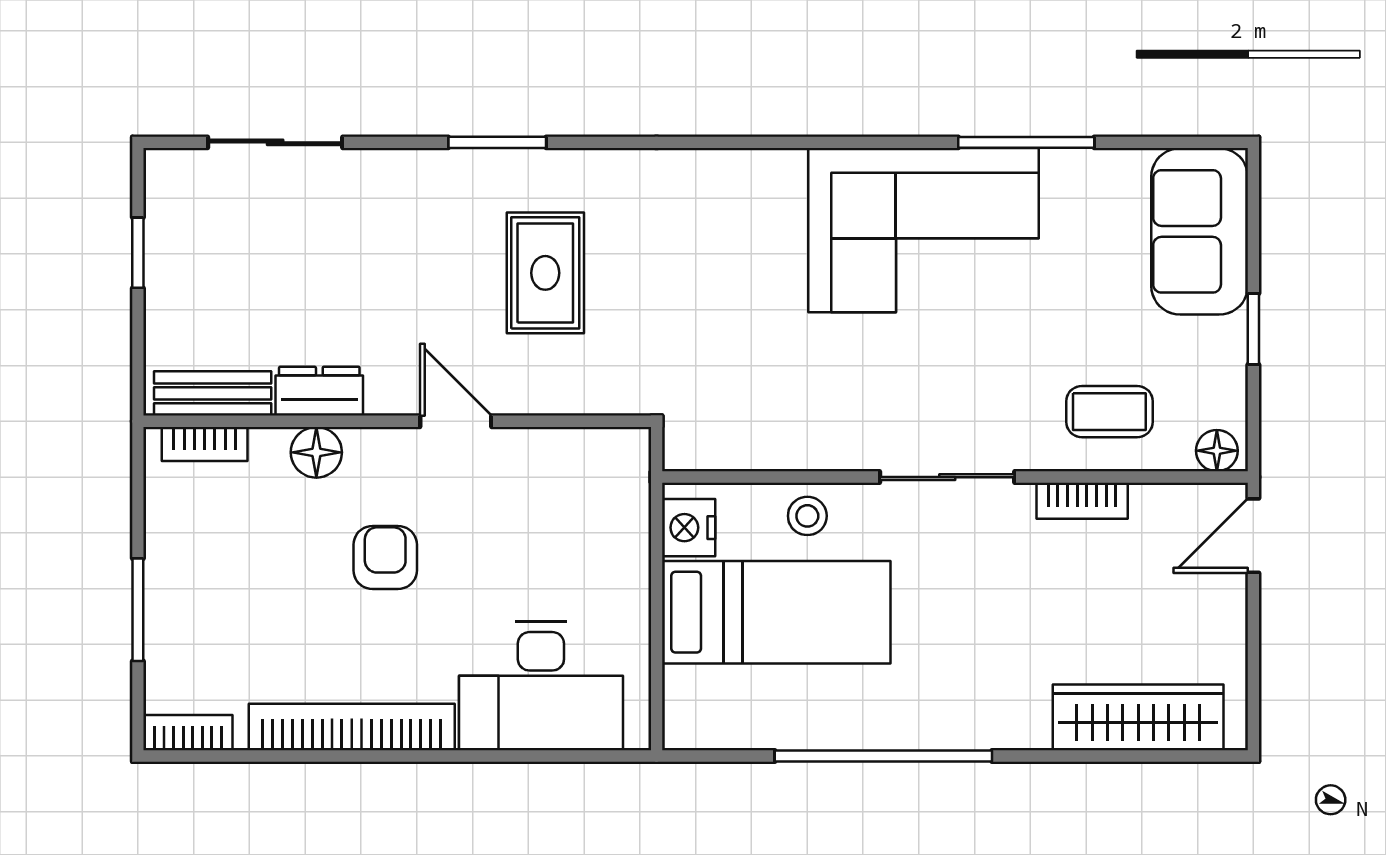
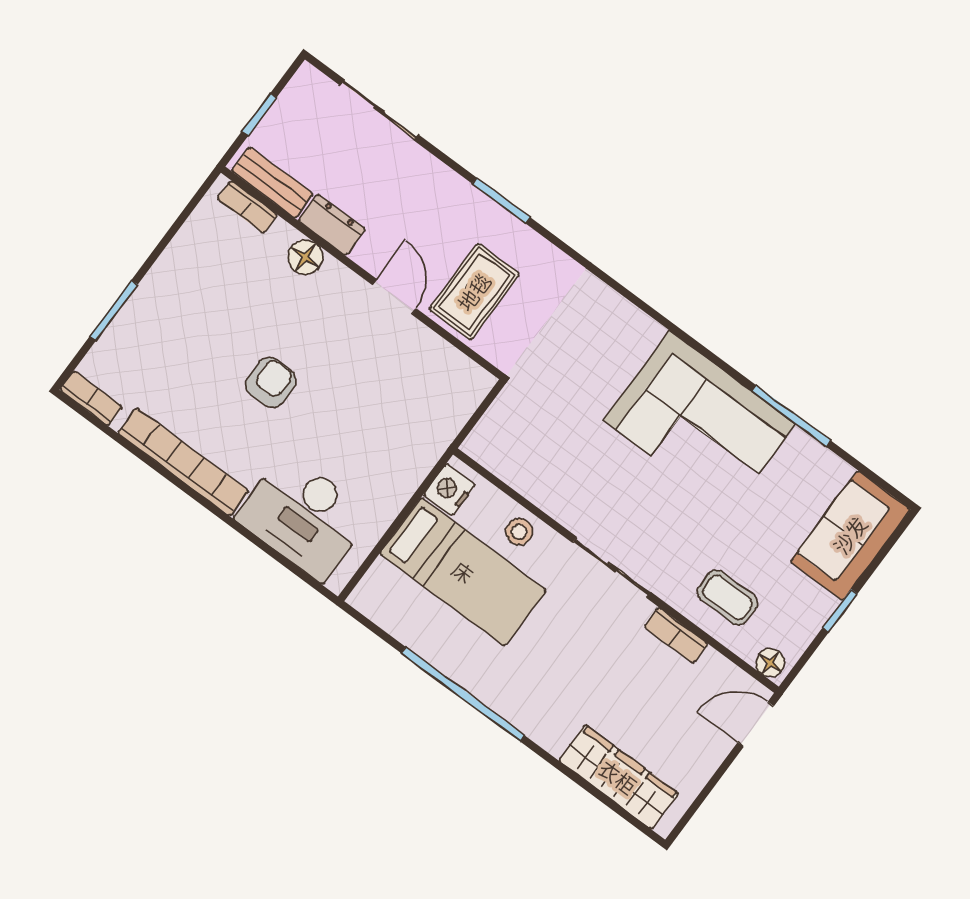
dresser: (319, 391) -> (332, 225), moved
bench: (213, 393) -> (272, 182), moved
wall: (397, 421) -> (362, 273), moved
door: (456, 421) -> (394, 297), moved
bookcase: (205, 444) -> (247, 207), moved
floor lamp: (316, 452) -> (305, 257), moved

